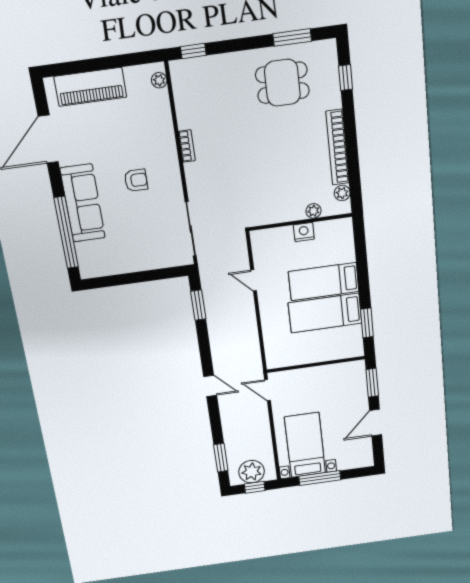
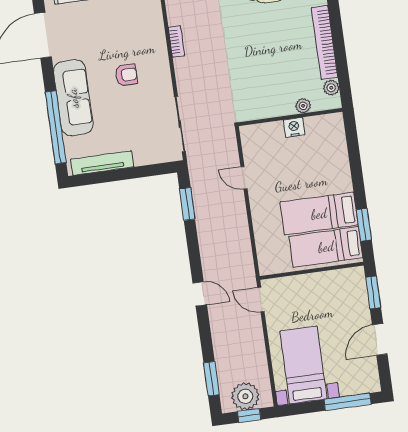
tv unit: (114, 267) -> (102, 163), added
bed: (324, 282) -> (326, 247), moved
window: (320, 478) -> (347, 402), moved

